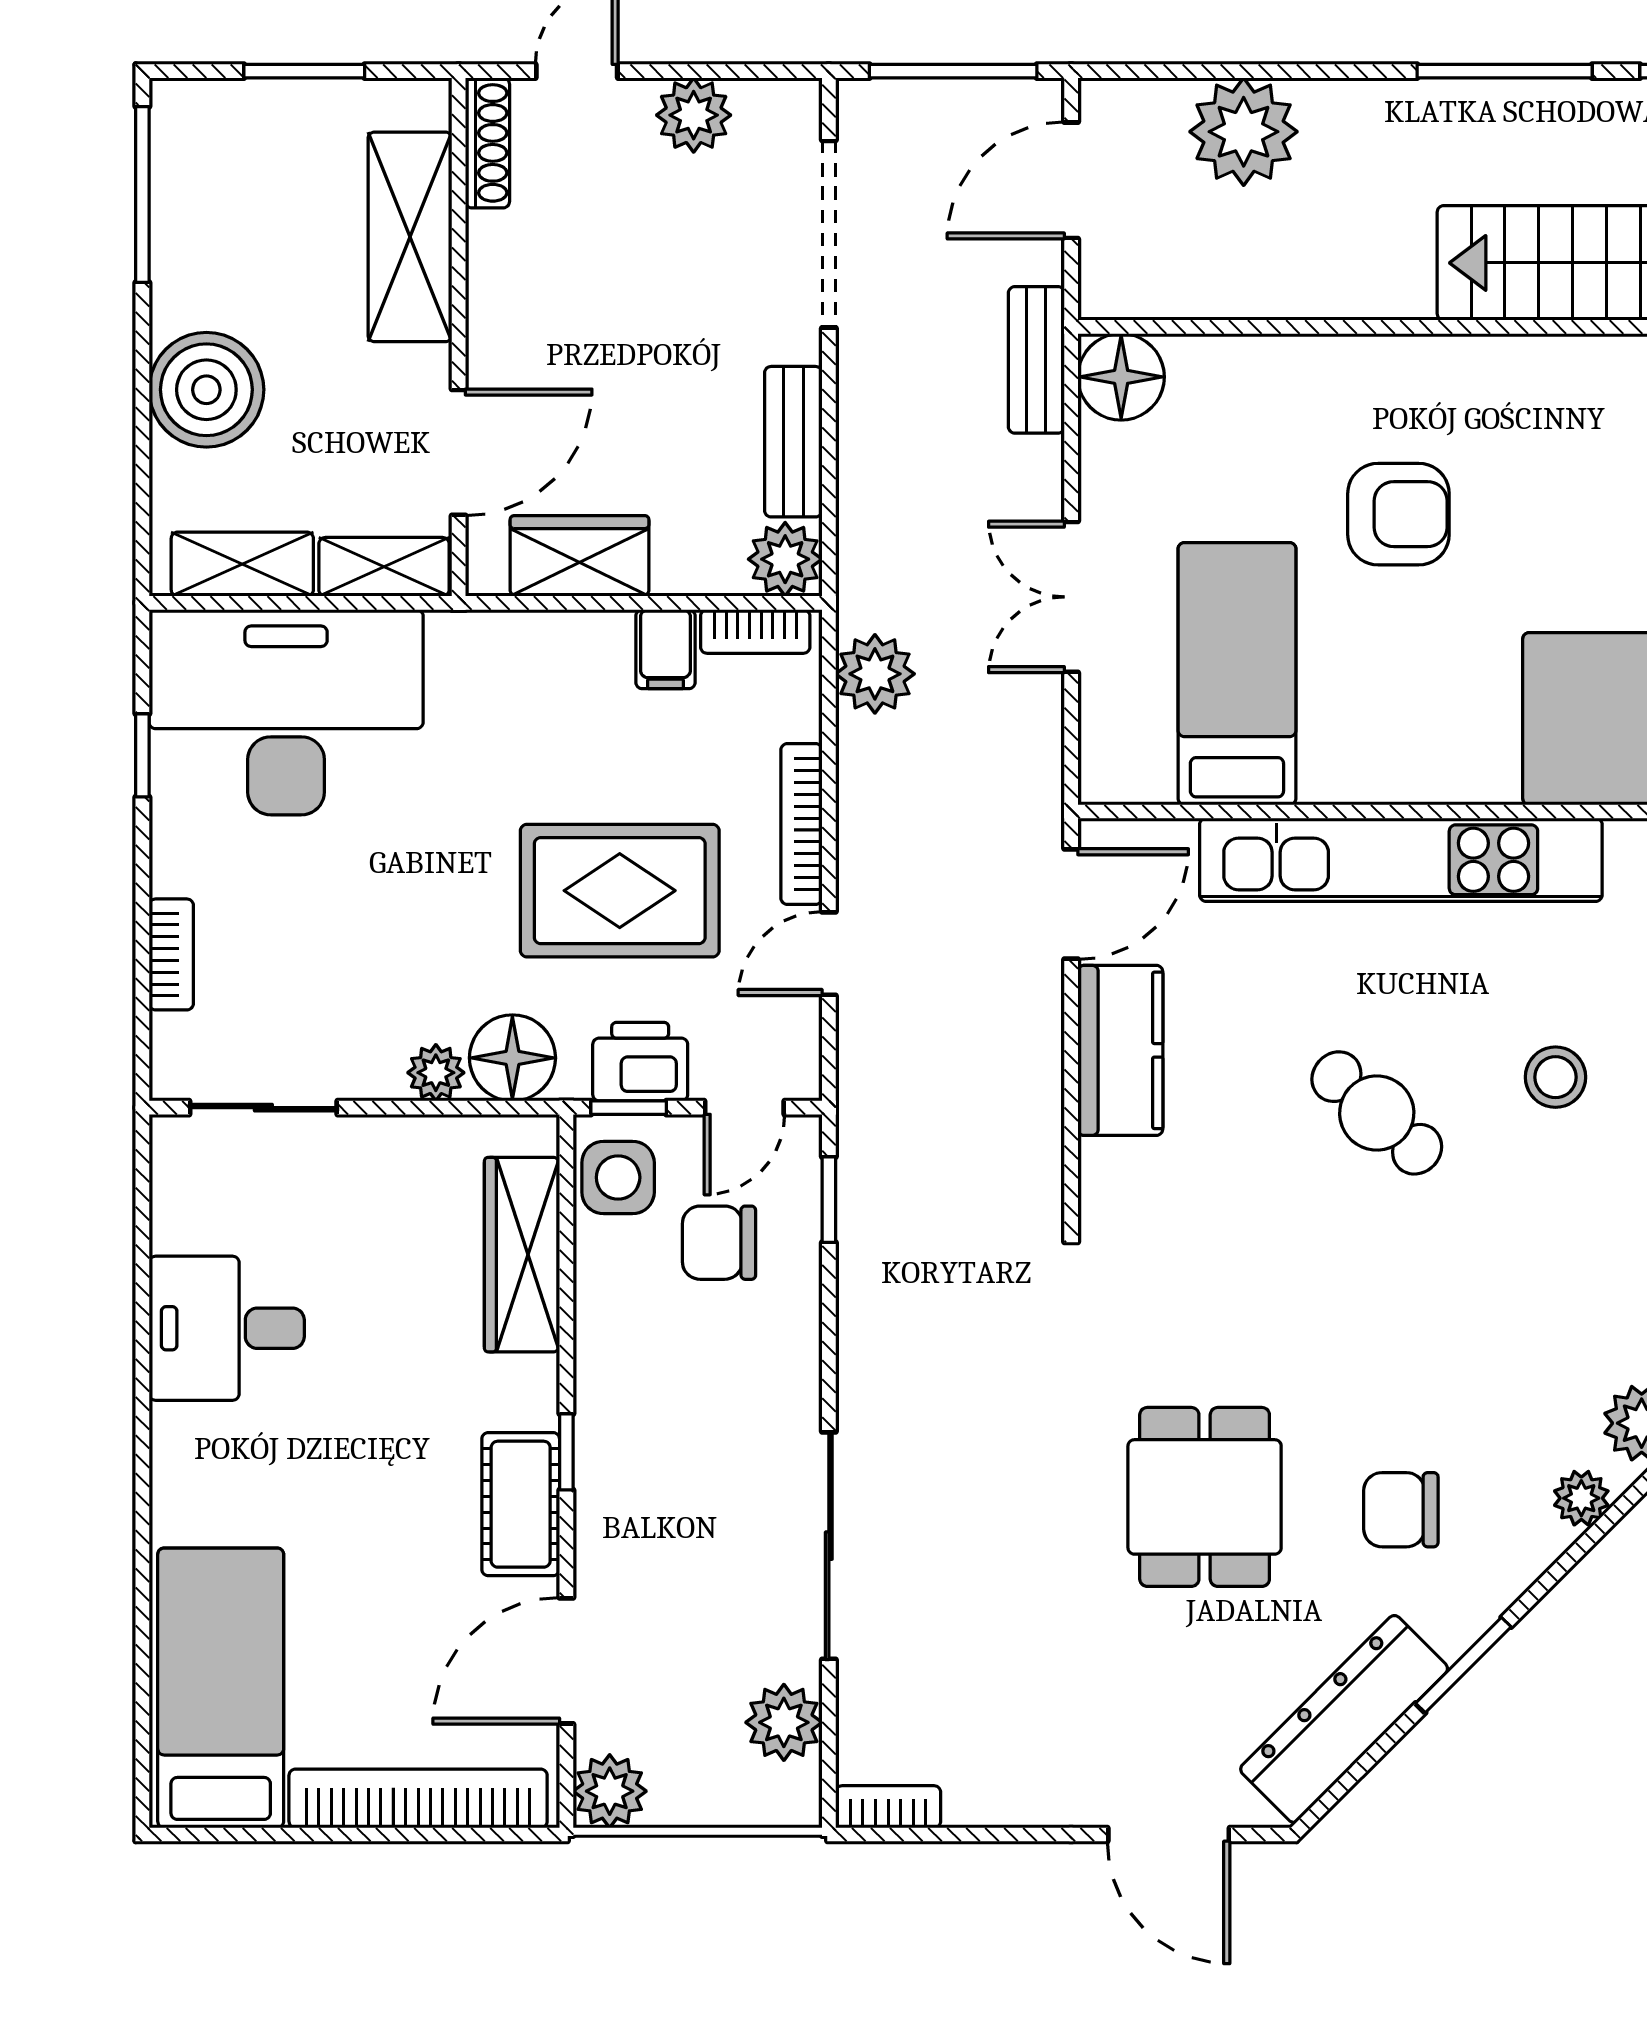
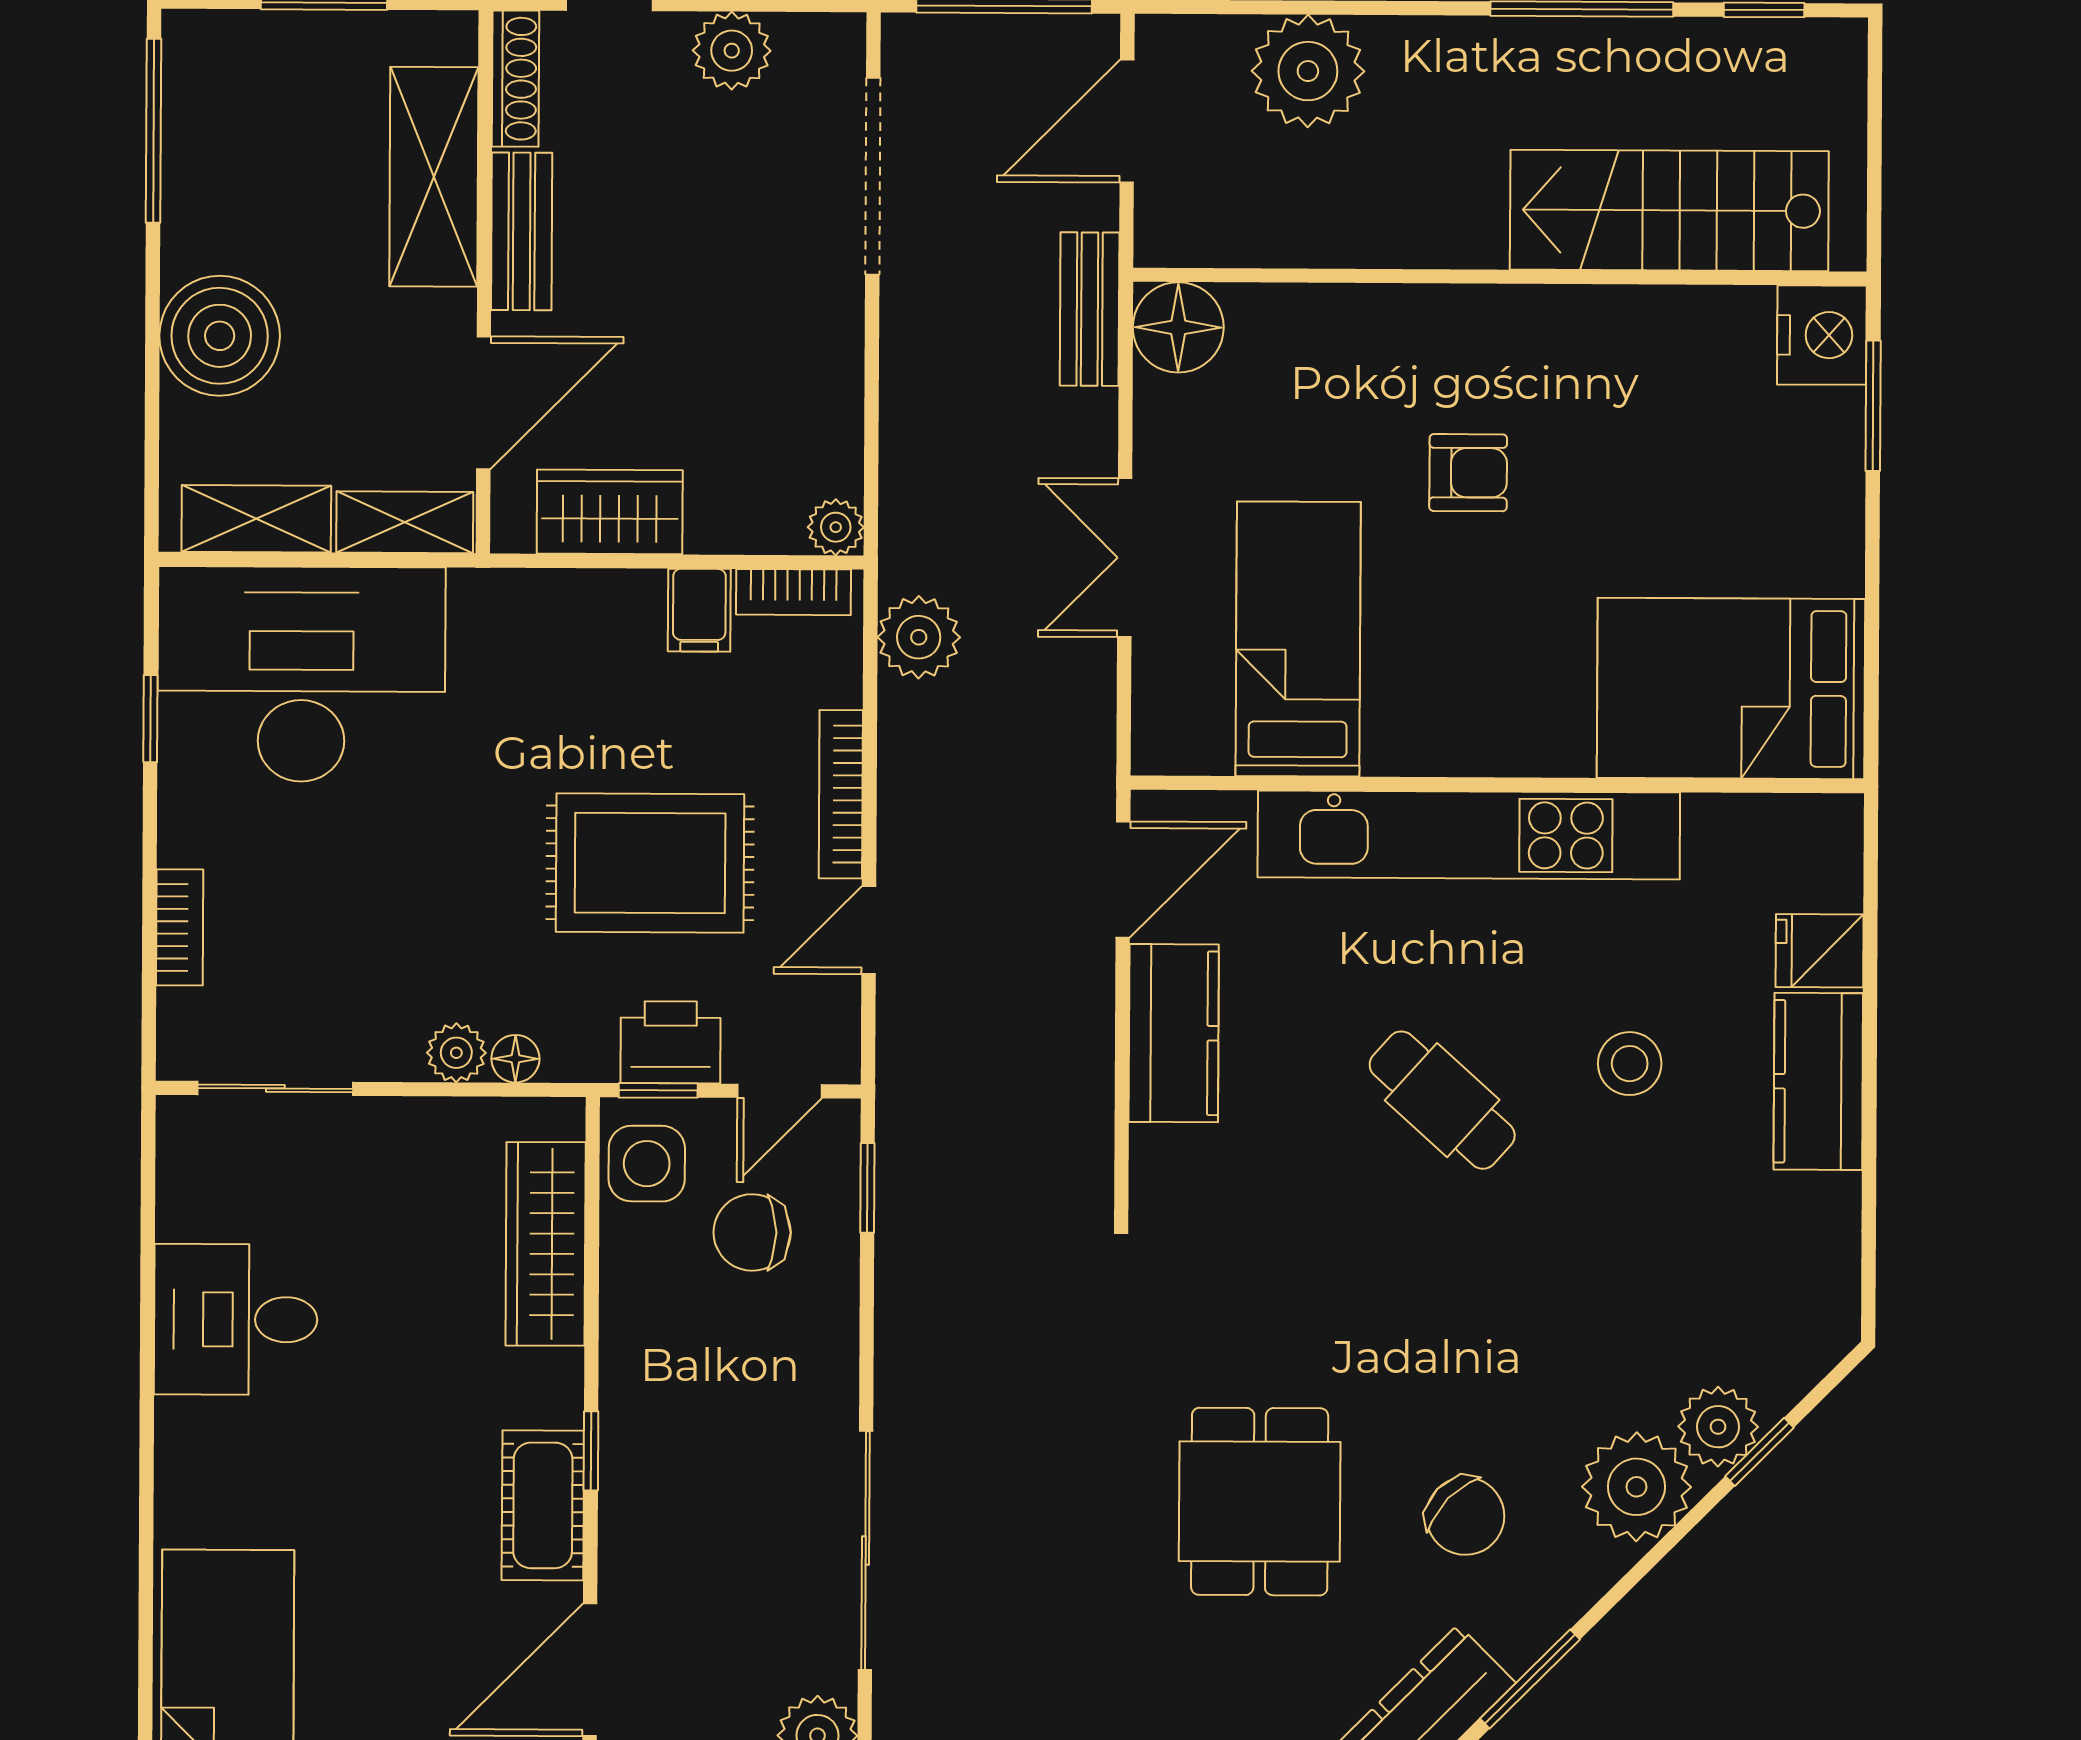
bench: (793, 442) -> (522, 231), moved
armchair: (1398, 514) -> (1468, 473), width x0.72, depth x0.72
plant: (785, 559) -> (836, 527), width x0.73, depth x0.73
floor lamp: (512, 1058) -> (515, 1059), width x0.53, depth x0.53
plant: (1581, 1498) -> (1636, 1487), width x1.87, depth x1.87
chair: (1401, 1510) -> (1465, 1516), turned -136

